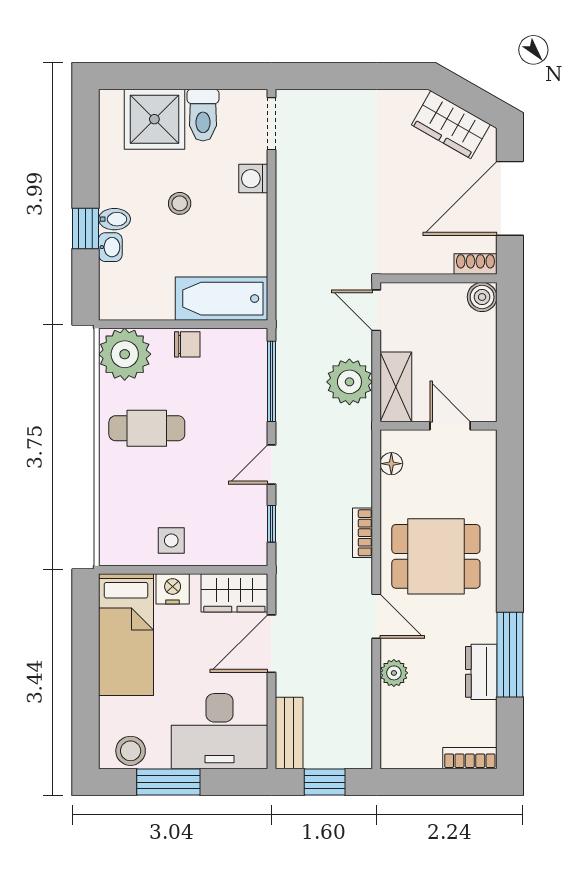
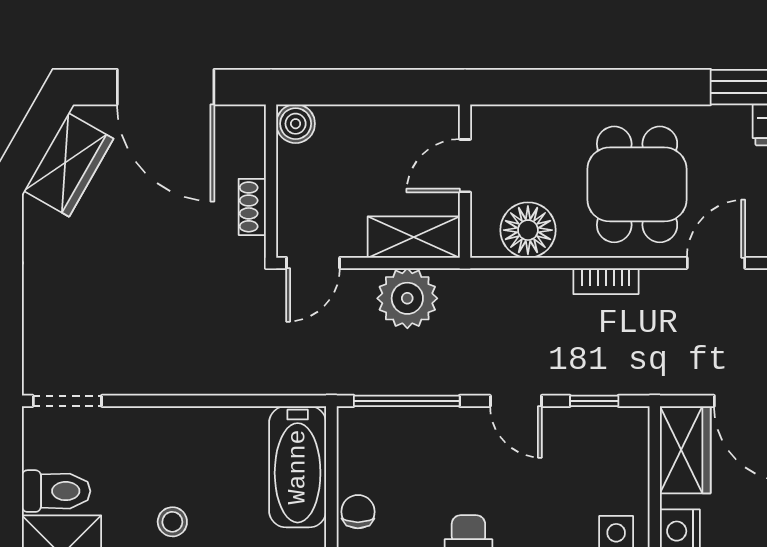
washing machine: (253, 179) -> (140, 425), removed
shoe rack: (475, 264) -> (252, 207), moved
floor lamp: (391, 464) -> (528, 230), width x1.89, depth x1.89

